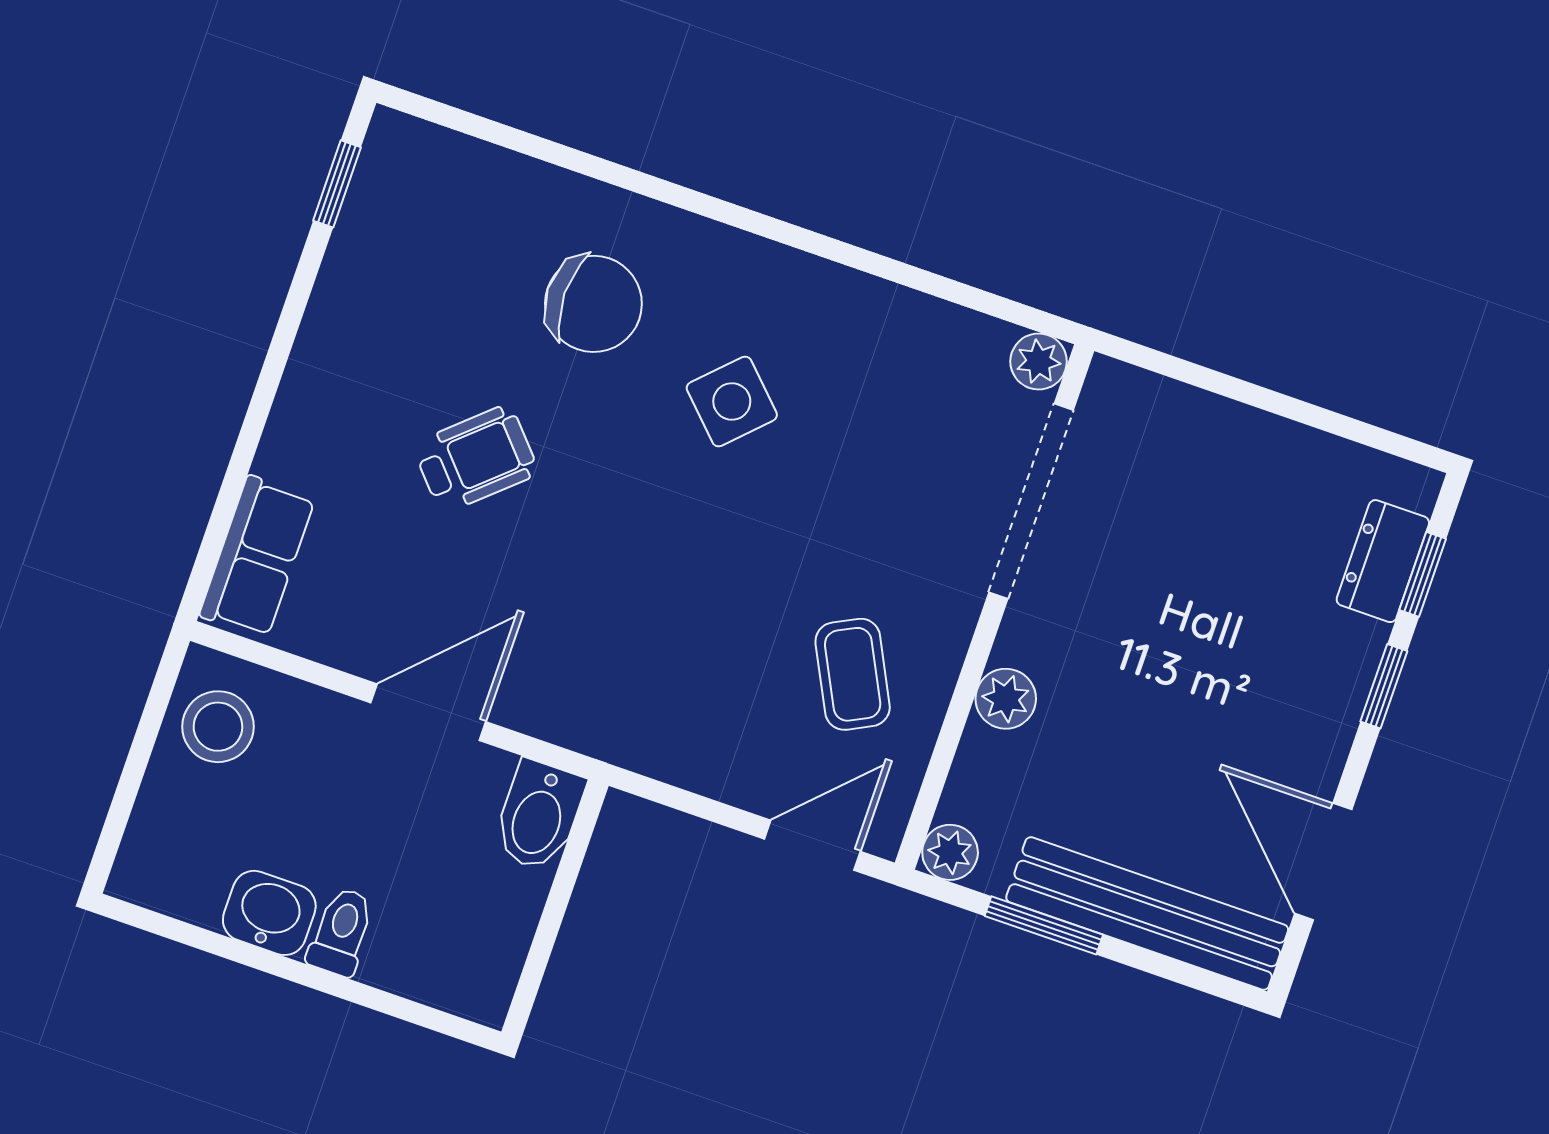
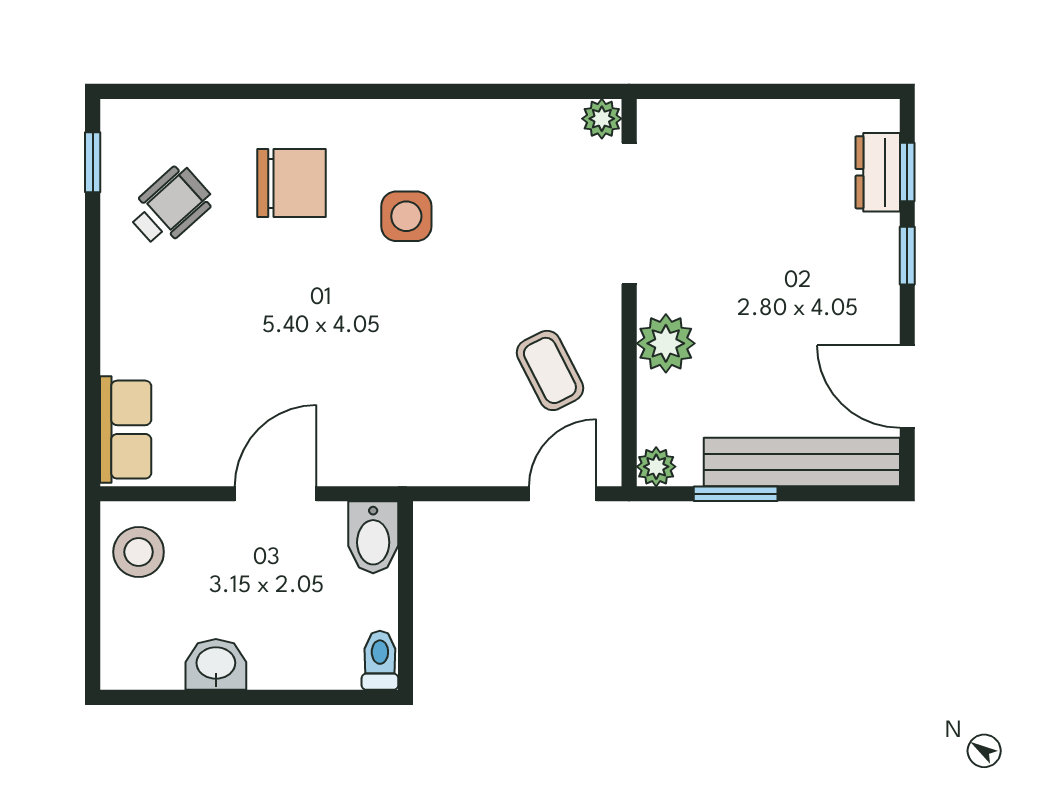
side table: (732, 401) -> (406, 216), turned 45
wheelchair: (476, 459) -> (170, 206), moved
plant: (1006, 699) -> (666, 343), width x1.38, depth x1.38
toilet: (341, 932) -> (380, 660), moved

